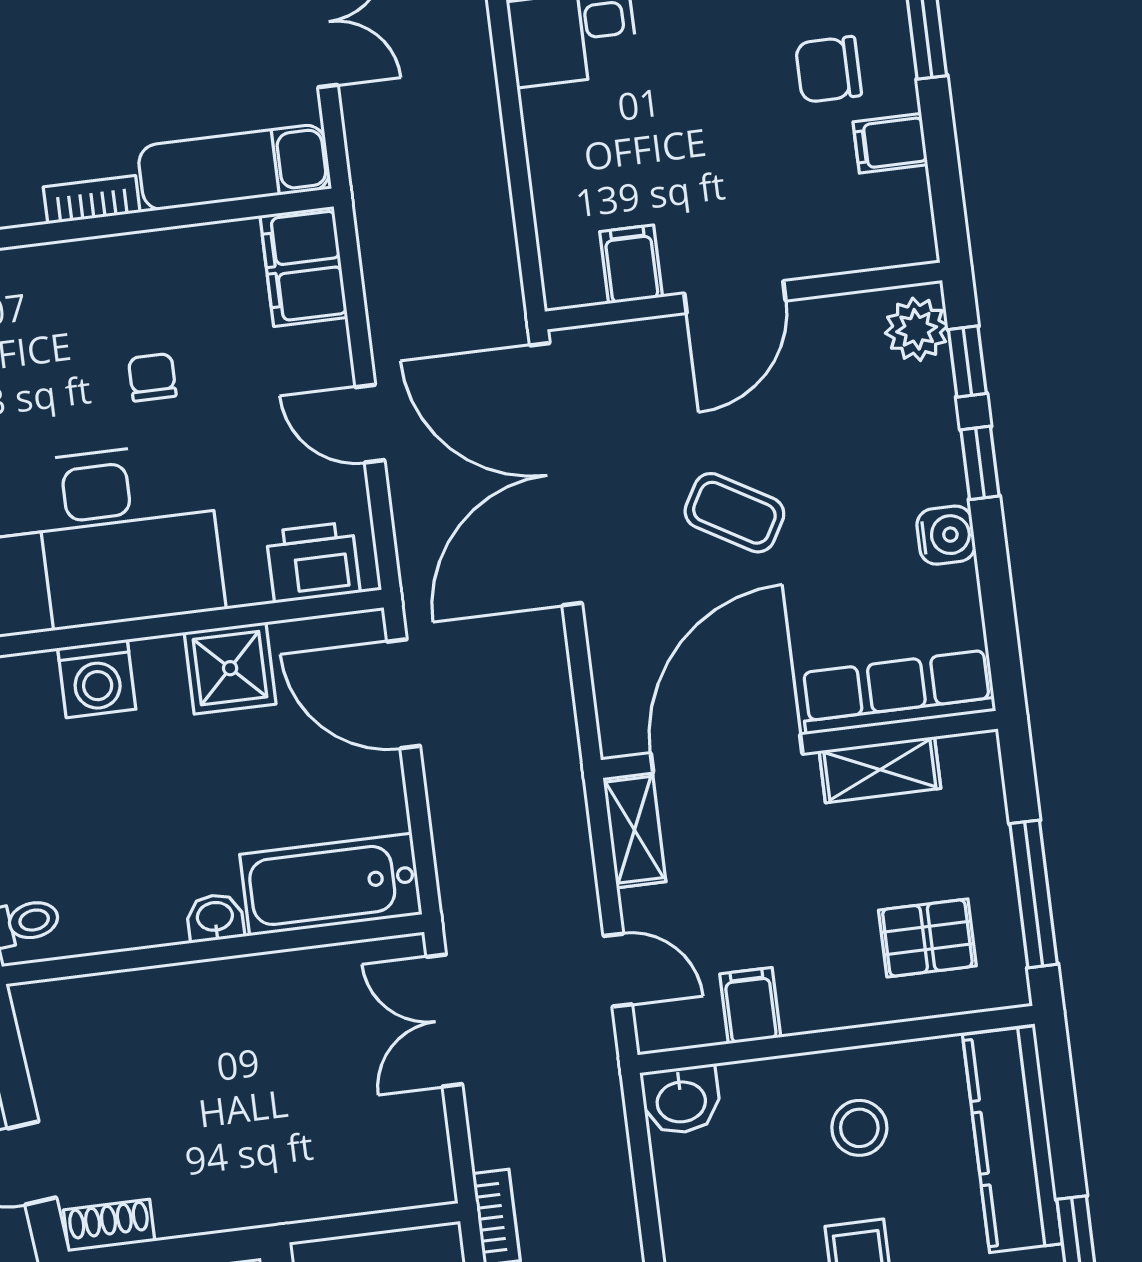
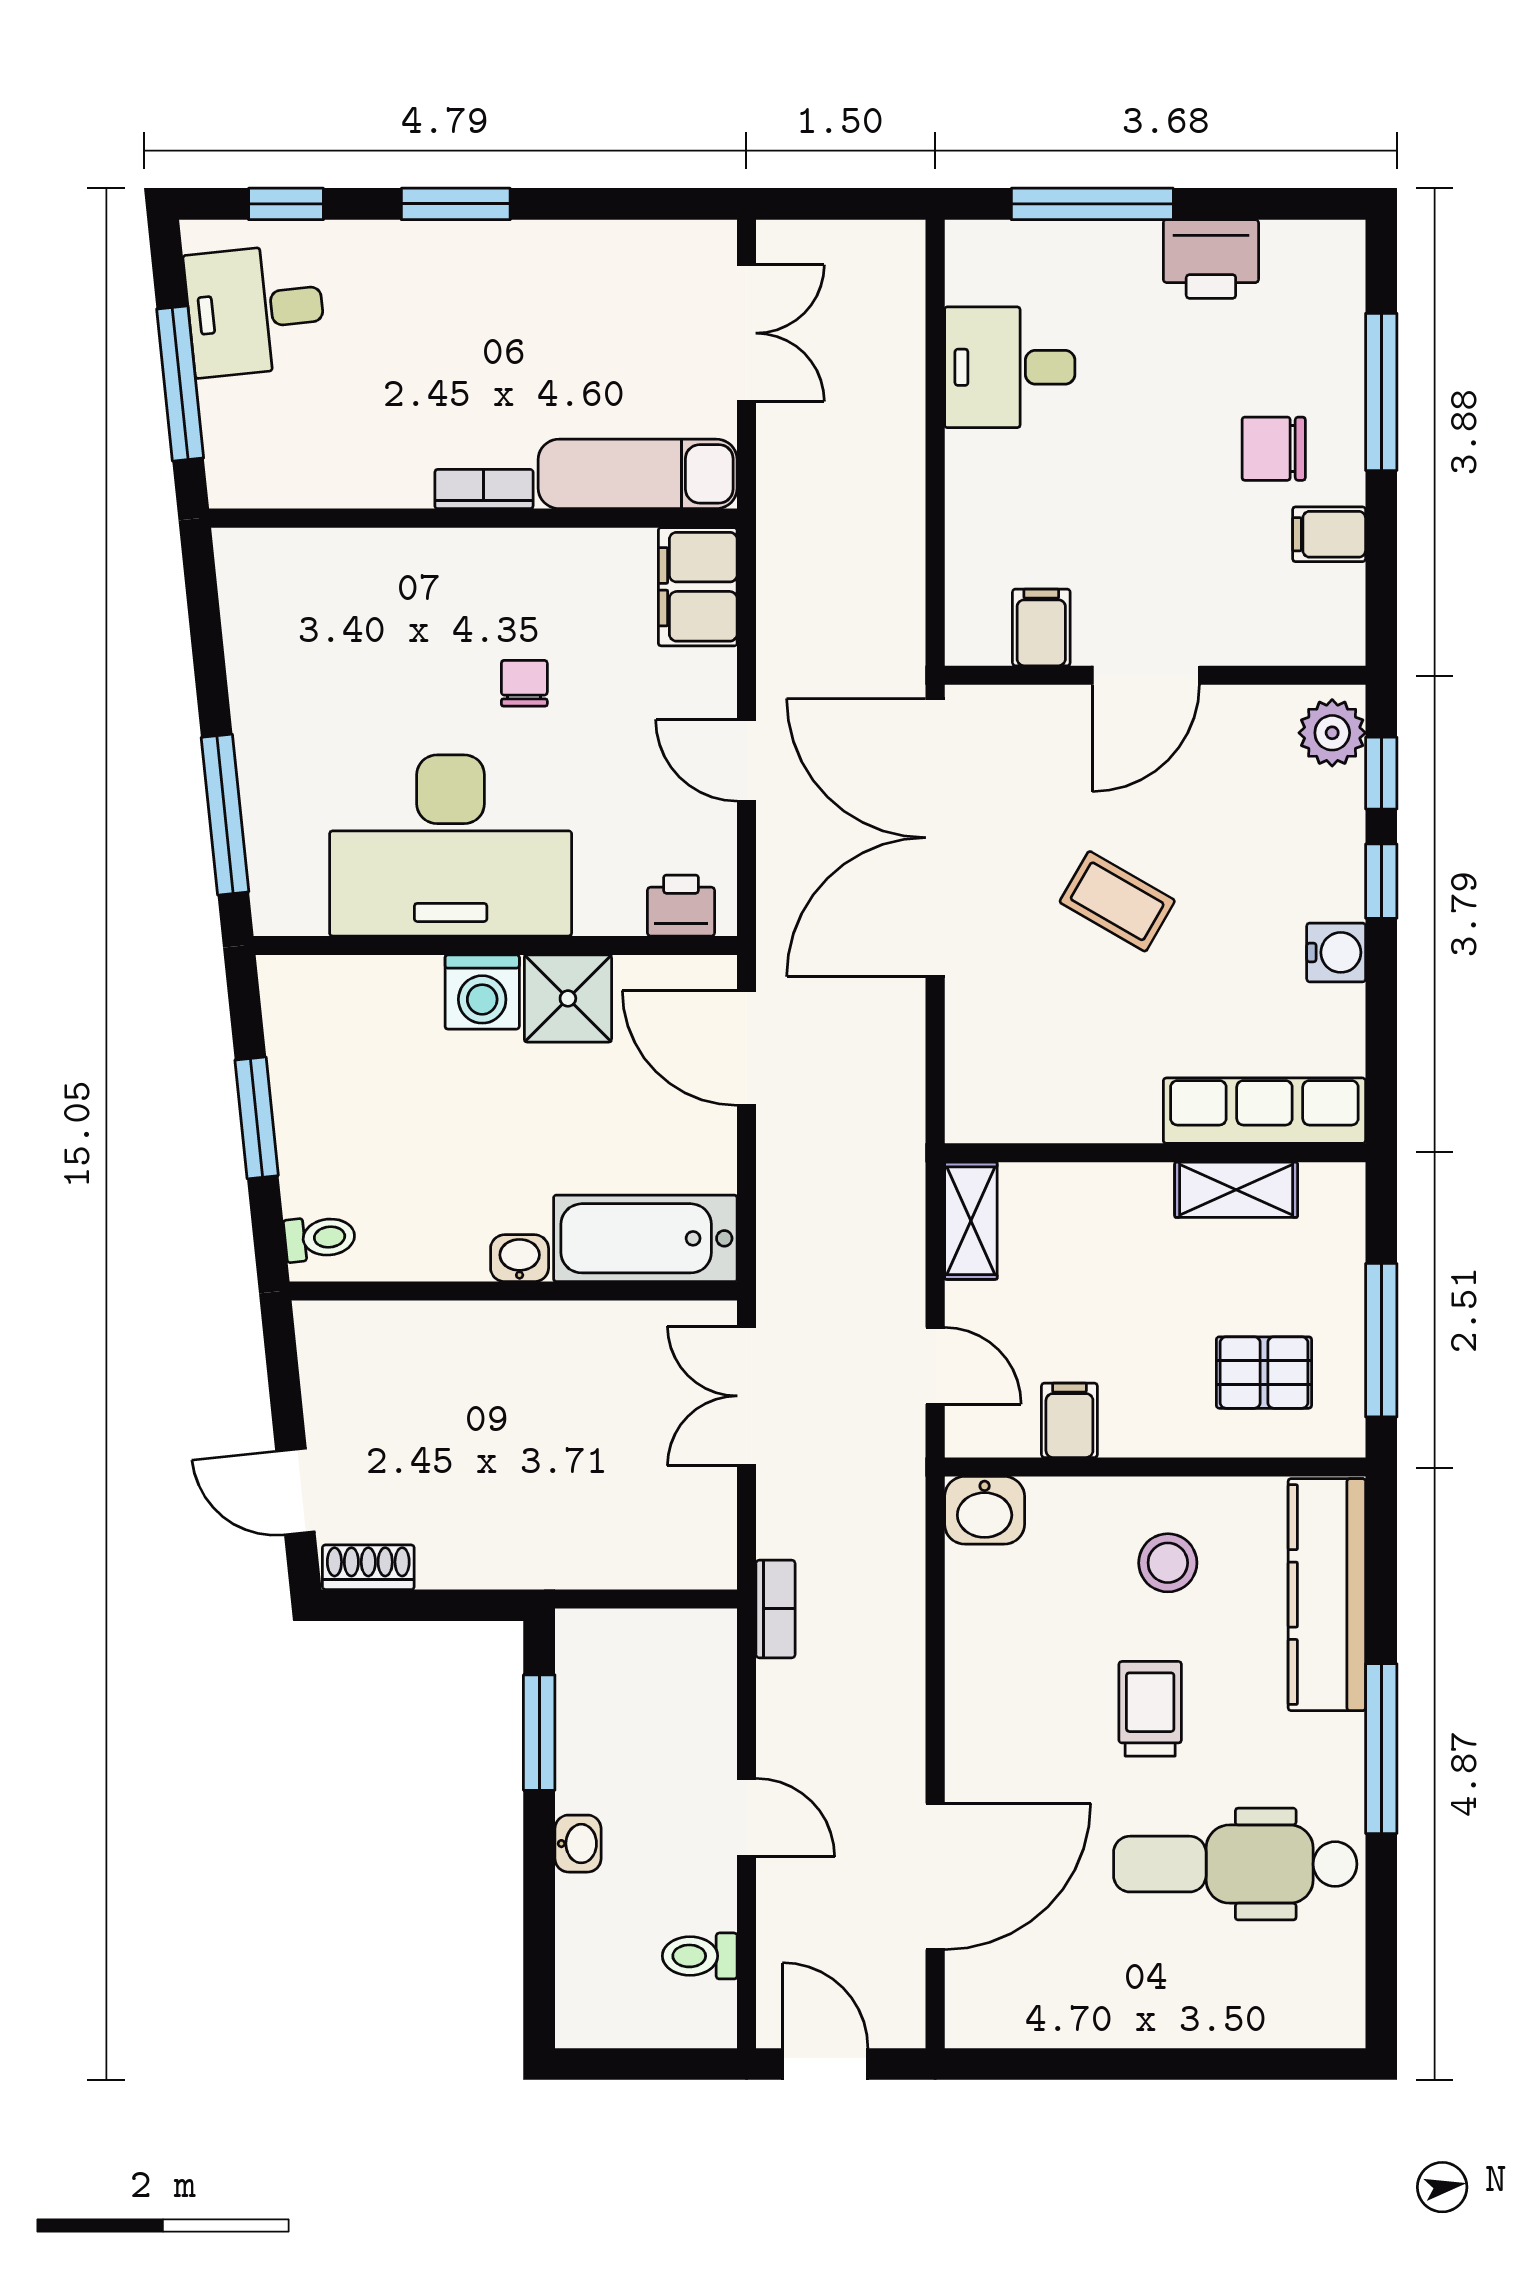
printer: (313, 562) -> (681, 906), width x0.73, depth x0.81
washing machine: (97, 679) -> (482, 992), moved
door: (727, 753) -> (1078, 1153), removed

